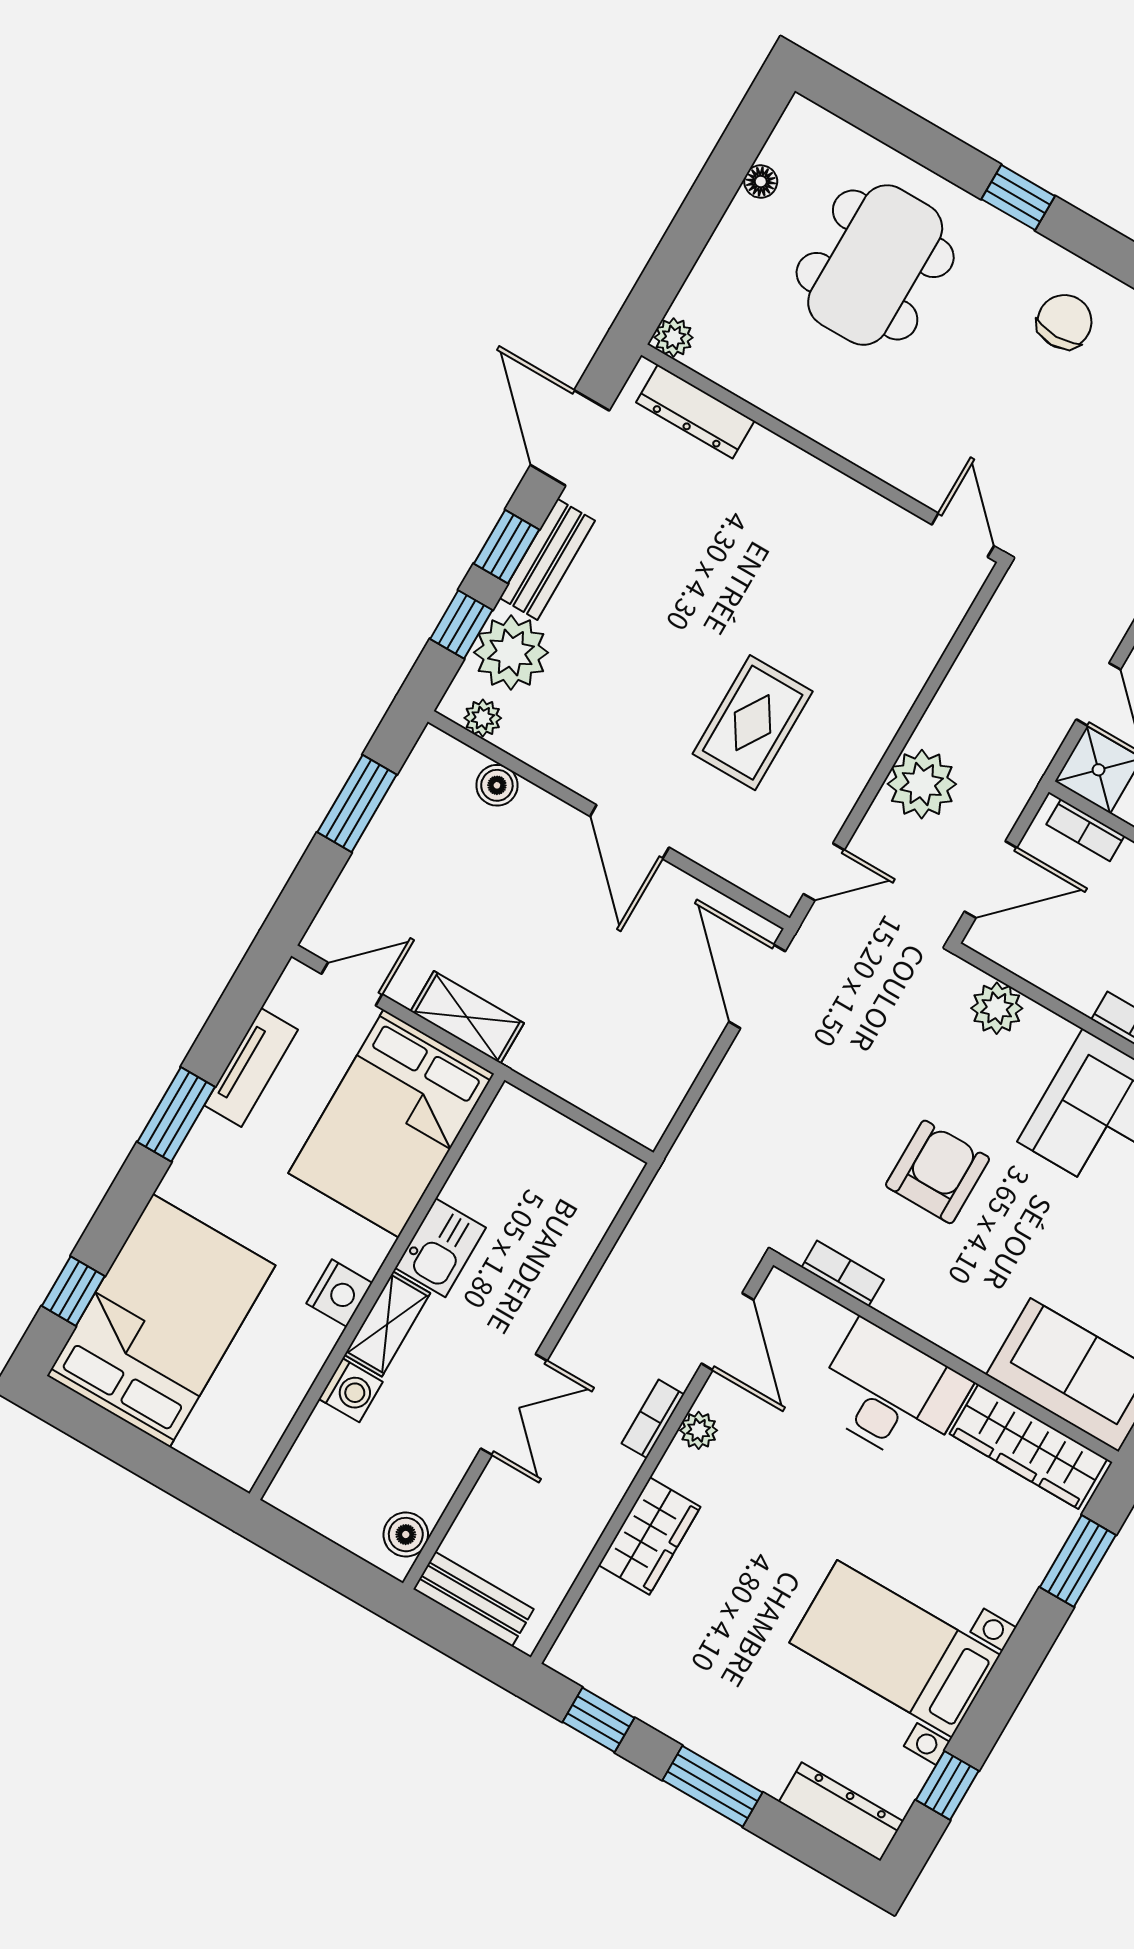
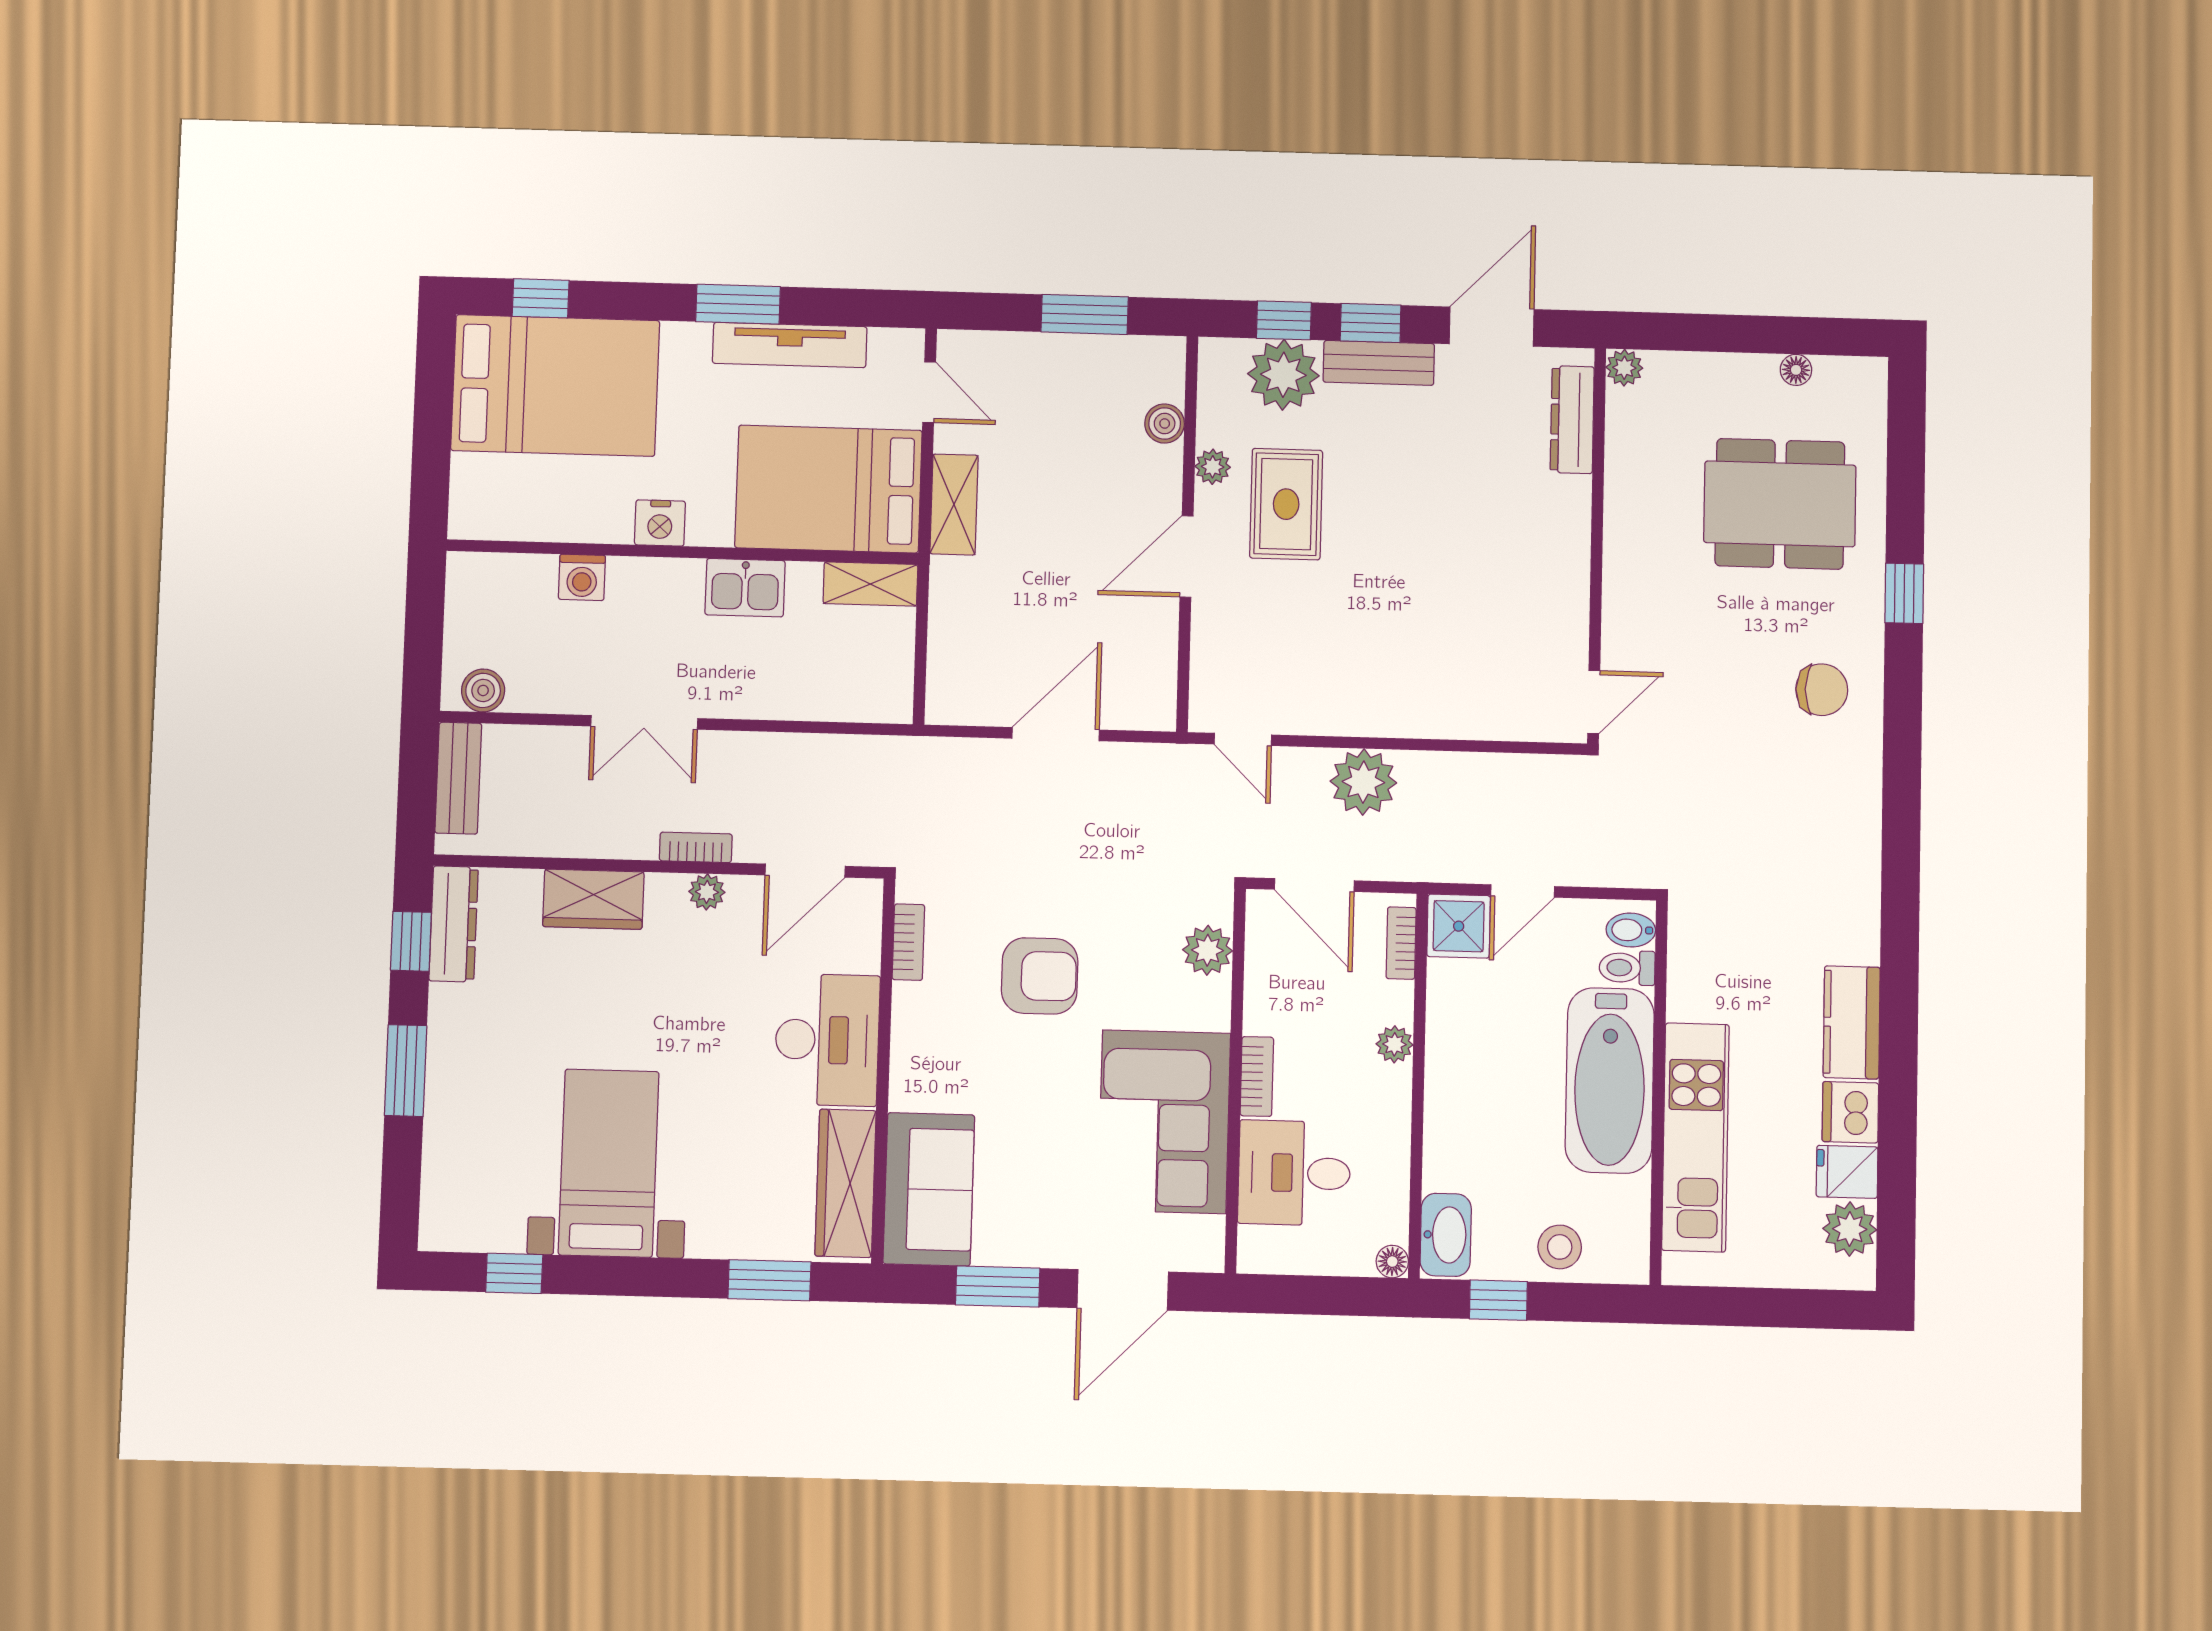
plant: (483, 718) -> (1213, 467), moved
rug: (753, 723) -> (1286, 504), moved, turned 90
door: (757, 987) -> (1056, 734), moved
tv unit: (251, 1068) -> (790, 345), width x1.41
shelving: (387, 1324) -> (870, 584), moved
dresser: (841, 1812) -> (454, 924), moved

